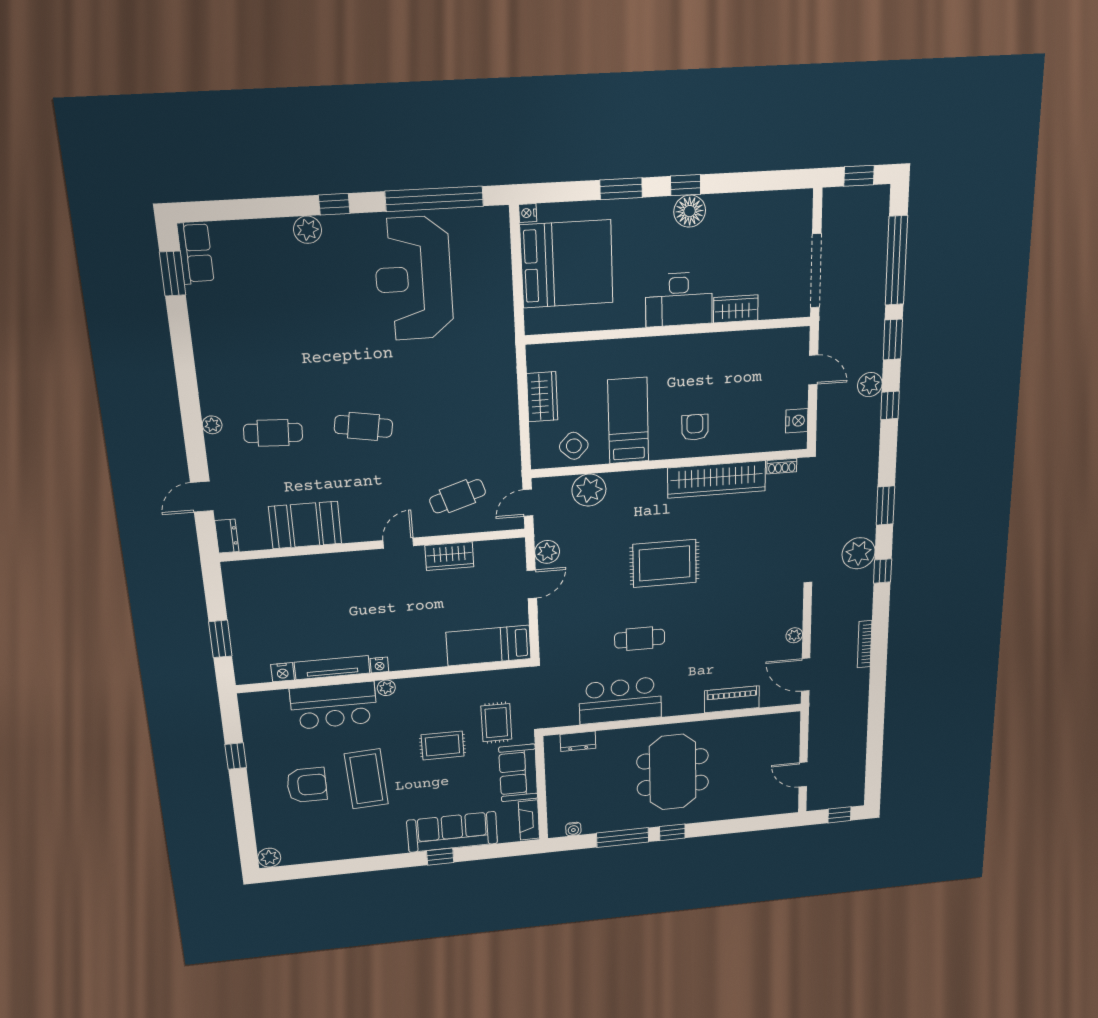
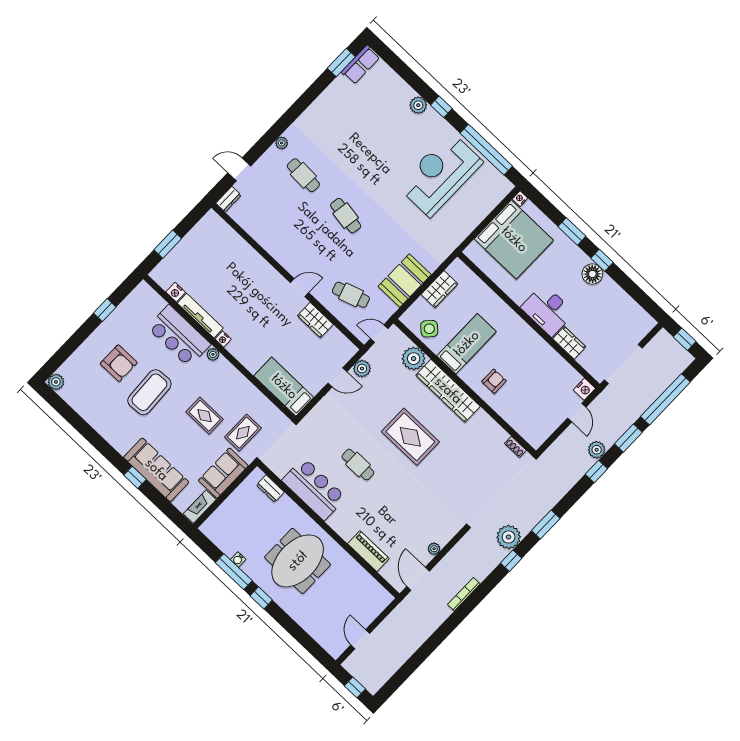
nightstand: (797, 421) -> (584, 389), moved
wardrobe: (717, 479) -> (448, 391), moved
booth: (305, 525) -> (405, 280), moved, turned 90
water cooler: (573, 829) -> (238, 559), moved

